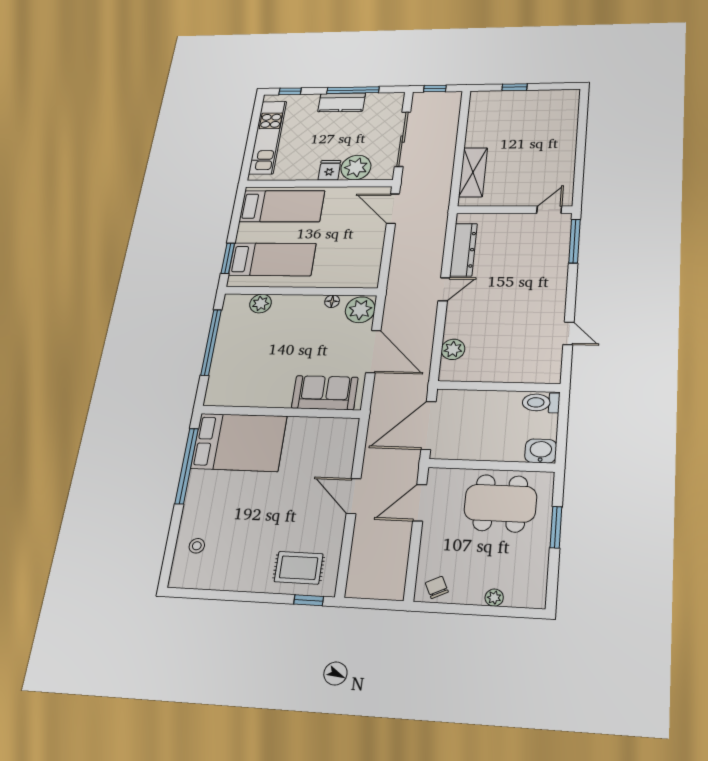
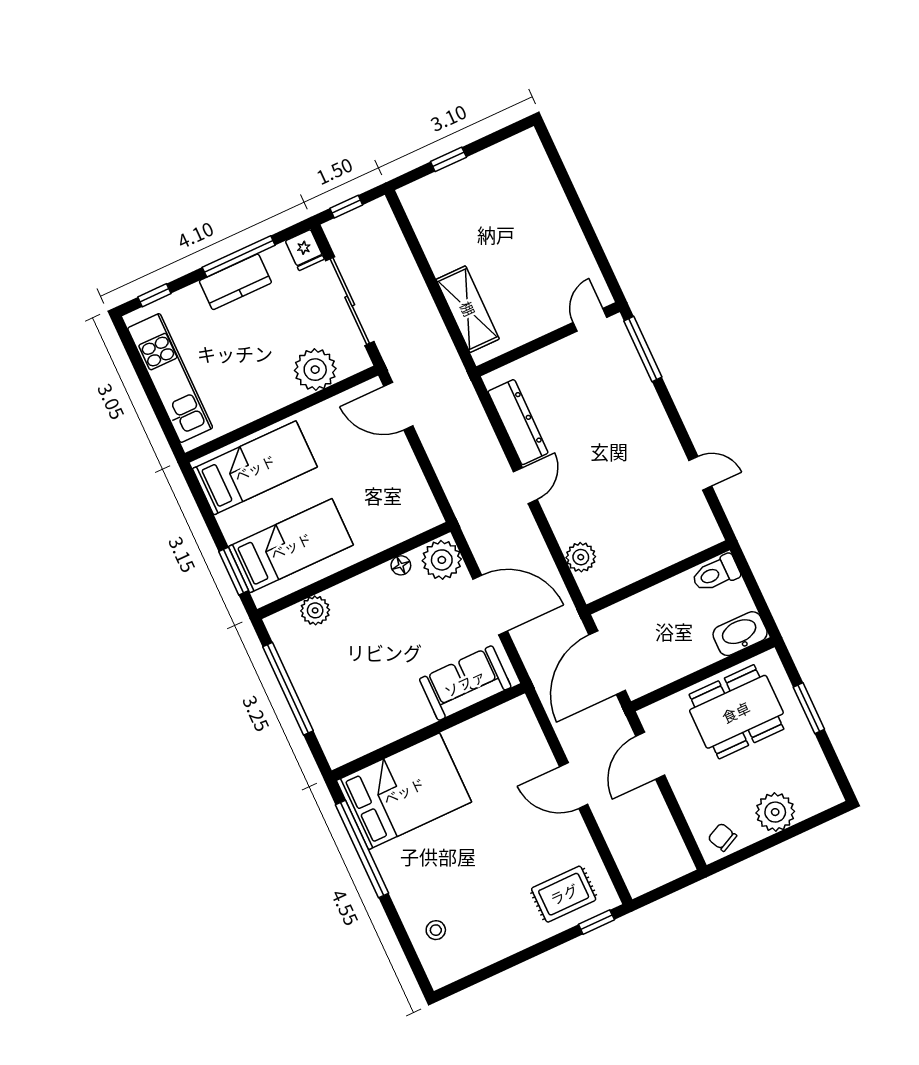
fridge: (329, 170) -> (305, 250), moved, turned 180
washbasin: (541, 451) -> (740, 634), width x1.38
plant: (494, 598) -> (775, 812), width x1.88, depth x1.88

